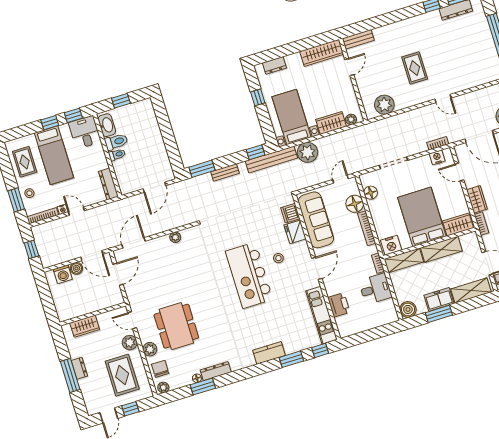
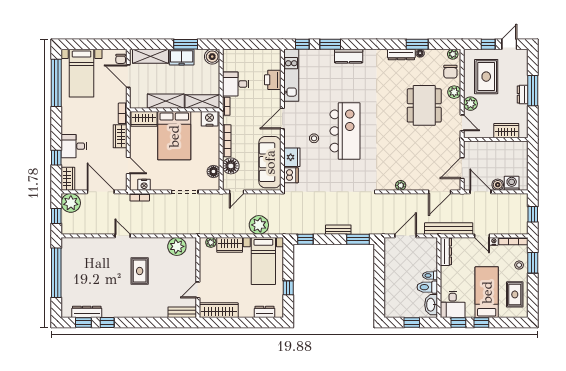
bench: (271, 160) -> (449, 229), moved

